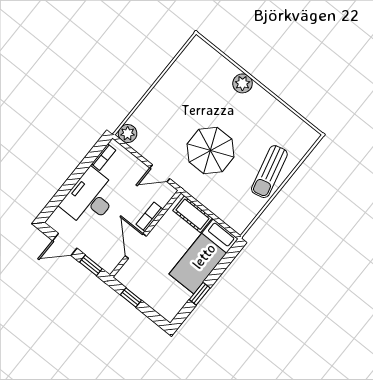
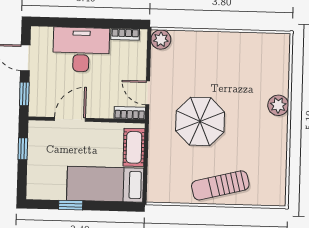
bookcase: (149, 217) -> (130, 113), moved

